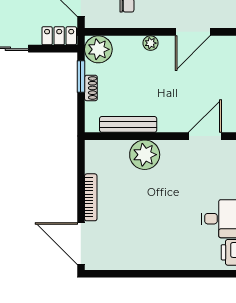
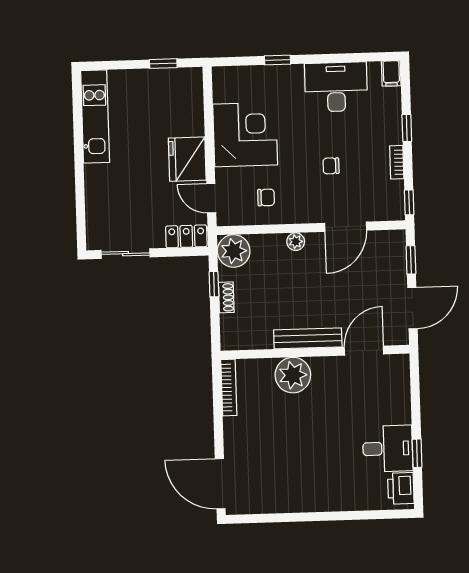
window: (81, 77) -> (214, 284), width x0.67
bench: (128, 124) -> (308, 338), moved
bookcase: (91, 197) -> (229, 387), moved

